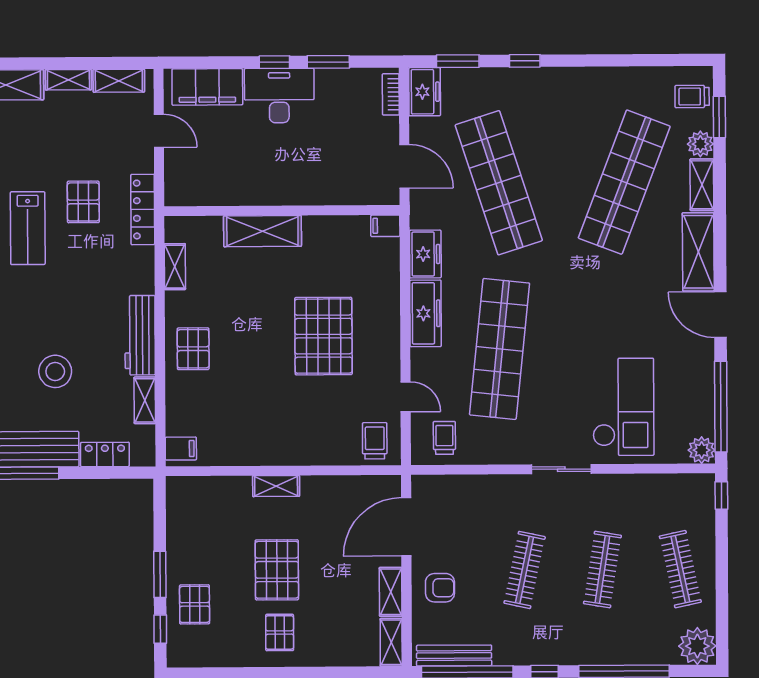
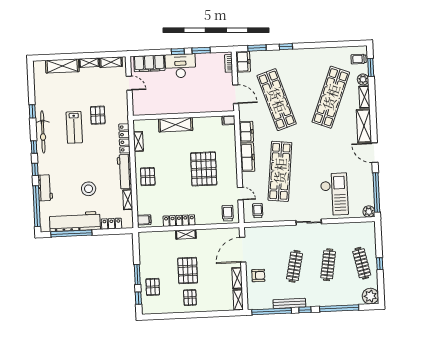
locker: (143, 210) -> (124, 138), moved
locker: (262, 453) -> (179, 221), added
window: (721, 495) -> (380, 264), moved
bench: (454, 656) -> (289, 303), moved

